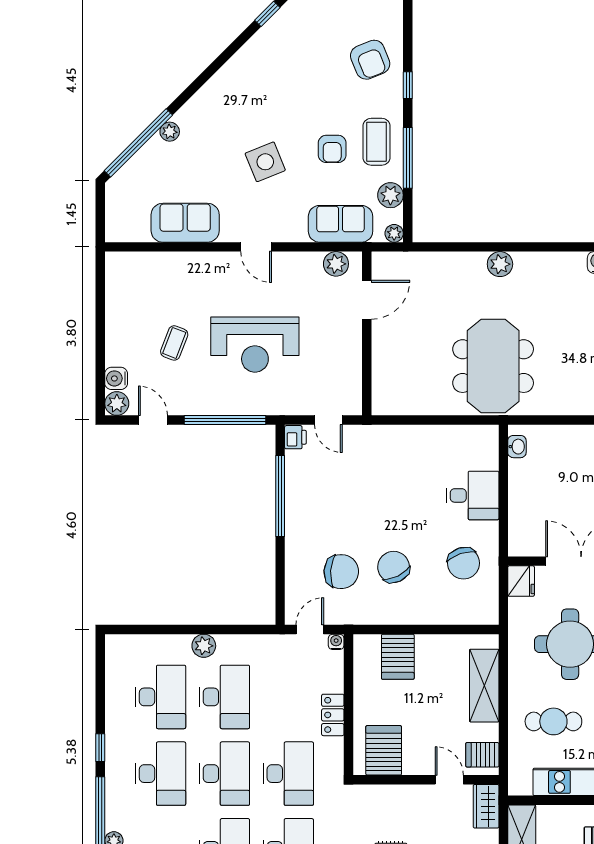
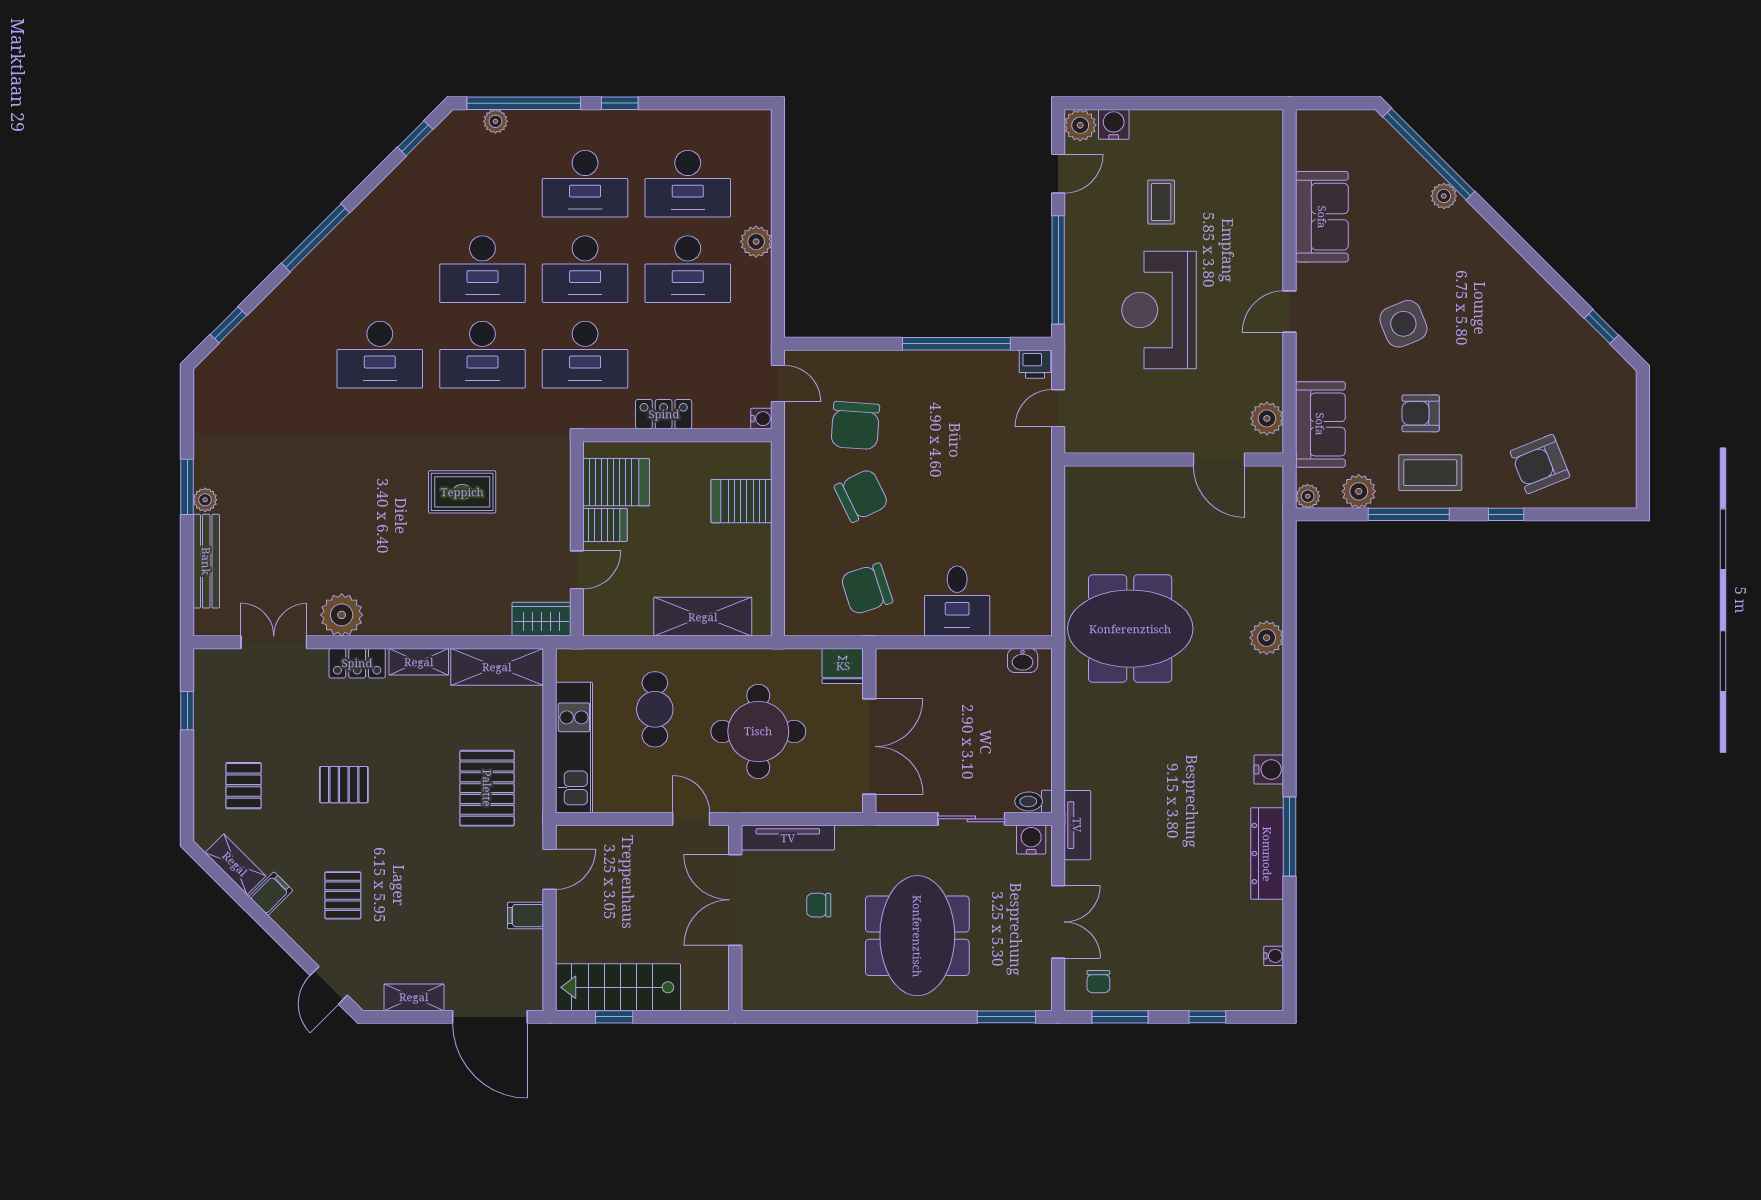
coffee table: (174, 343) -> (1161, 202), turned 69
server rack: (482, 755) -> (605, 525), moved, turned 90

